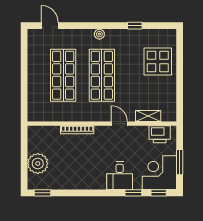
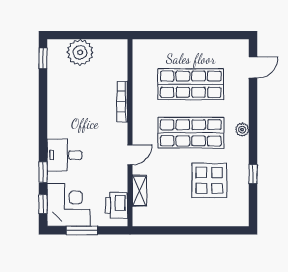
display table: (158, 62) -> (209, 180), moved

